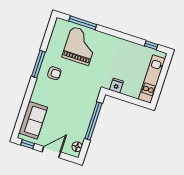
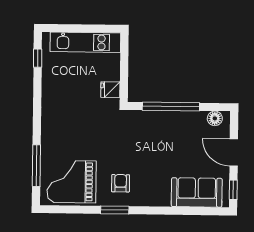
grand piano: (80, 46) -> (72, 182), moved
window: (38, 64) -> (115, 210), width x0.69

